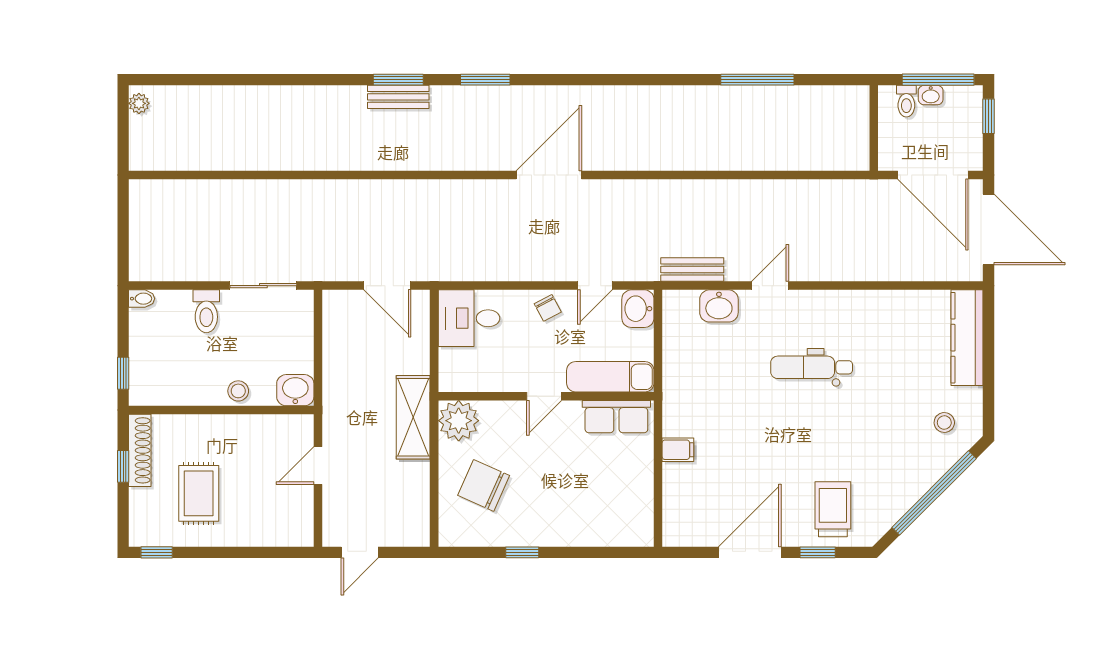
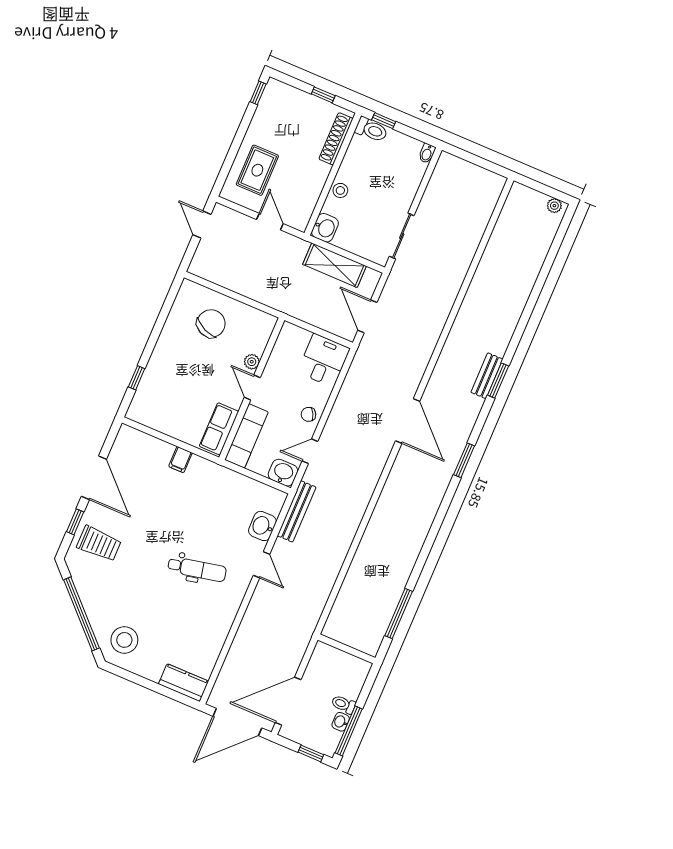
window: (485, 80) -> (464, 460), moved
wall: (874, 128) -> (347, 649), moved
door: (549, 175) -> (408, 421), moved
bench: (692, 269) -> (297, 511), width x1.36
door: (387, 286) -> (367, 316), hinge flipped
door: (595, 286) -> (310, 451), hinge flipped
toilet: (206, 311) -> (371, 130), moved, turned 180
kitchen counter: (967, 338) -> (184, 683), width x0.67
dental chair: (812, 367) -> (197, 569), turned 78
shelving: (413, 417) -> (334, 265), moved
plant: (459, 421) -> (252, 362), moved, width x0.53, depth x0.53
stool: (944, 422) -> (124, 640), width x1.89, depth x1.89
shoe rack: (140, 450) -> (336, 139), moved, turned 90
rug: (199, 493) -> (257, 170), moved, turned 90
window: (522, 552) -> (137, 378), moved

